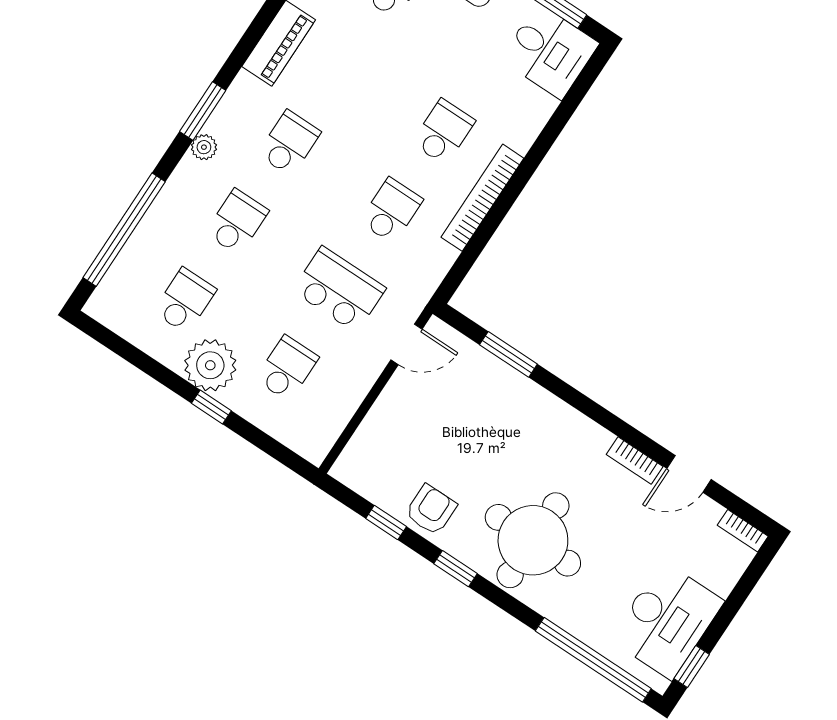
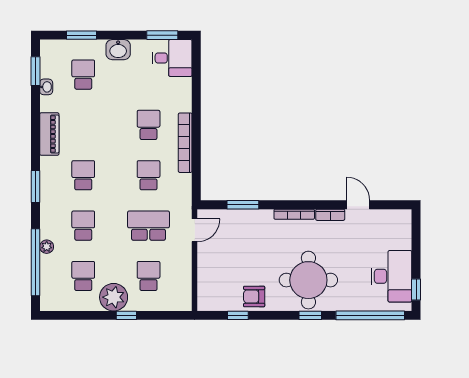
plant: (204, 147) -> (47, 247), moved
door: (689, 474) -> (358, 205), swing flipped
armchair: (431, 510) -> (254, 296), turned -90
bookcase: (743, 531) -> (294, 214), moved, width x1.56
window: (456, 569) -> (310, 315), moved

